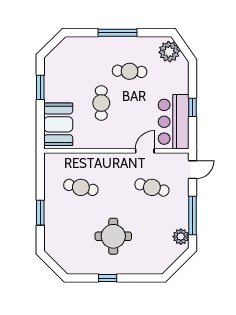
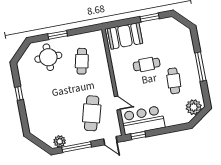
window: (192, 107) -> (138, 135), moved
cafe table: (152, 187) -> (92, 113), width x1.37, depth x1.35
round table: (113, 236) -> (48, 57), moved

